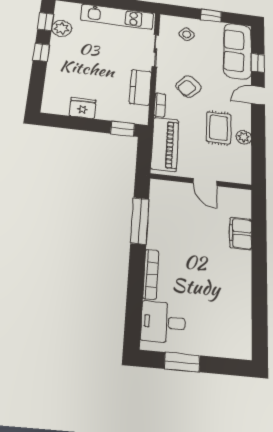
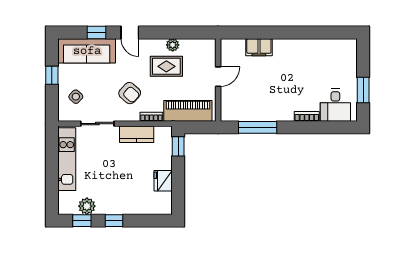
bookcase: (151, 274) -> (307, 116), width x0.64

